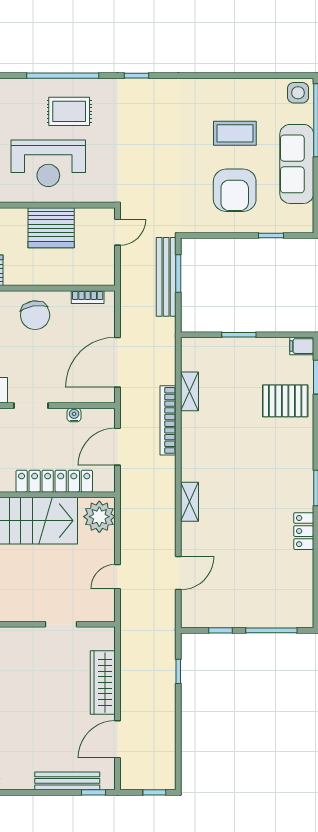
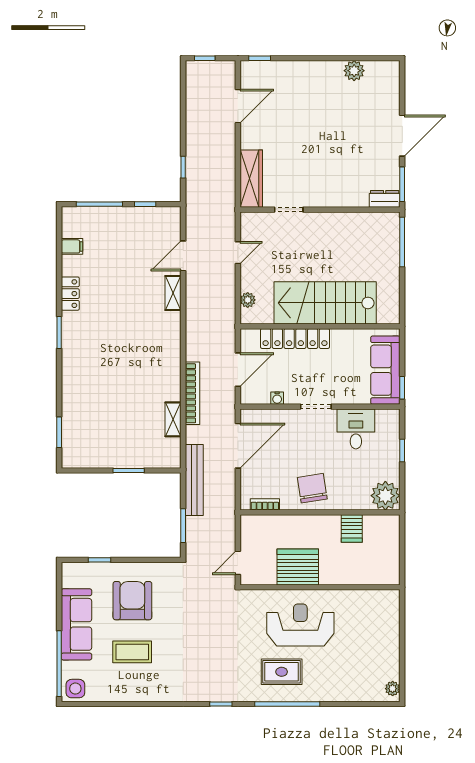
bench: (166, 277) -> (194, 480), moved
filing cabinet: (302, 346) -> (72, 246), moved
pallet: (285, 401) -> (87, 411), removed
shelving: (190, 502) -> (173, 293), moved
plant: (99, 517) -> (248, 300), width x0.53, depth x0.53
wardrobe: (103, 683) -> (251, 179), moved
bench: (67, 781) -> (283, 69), removed

